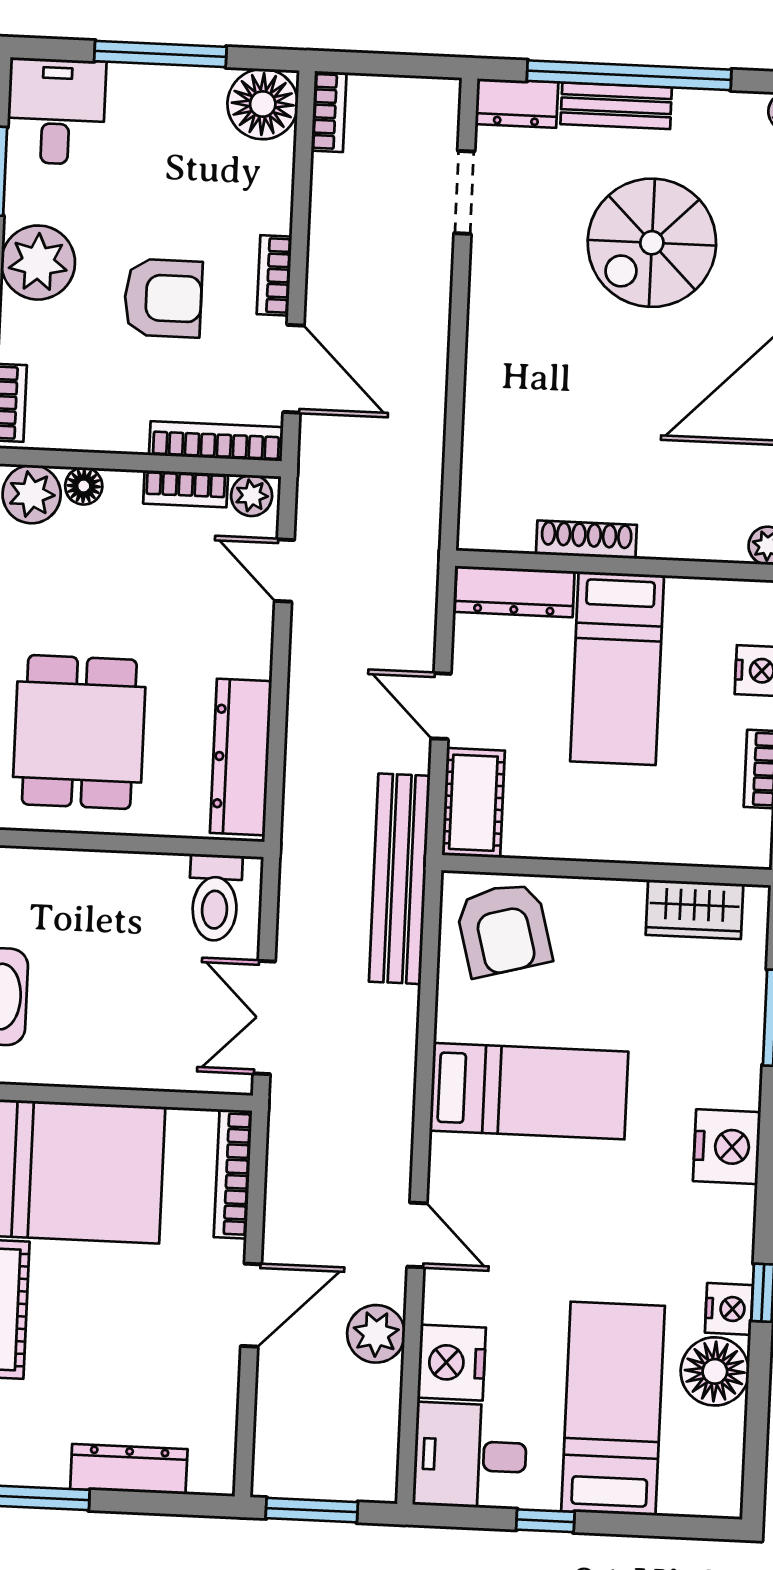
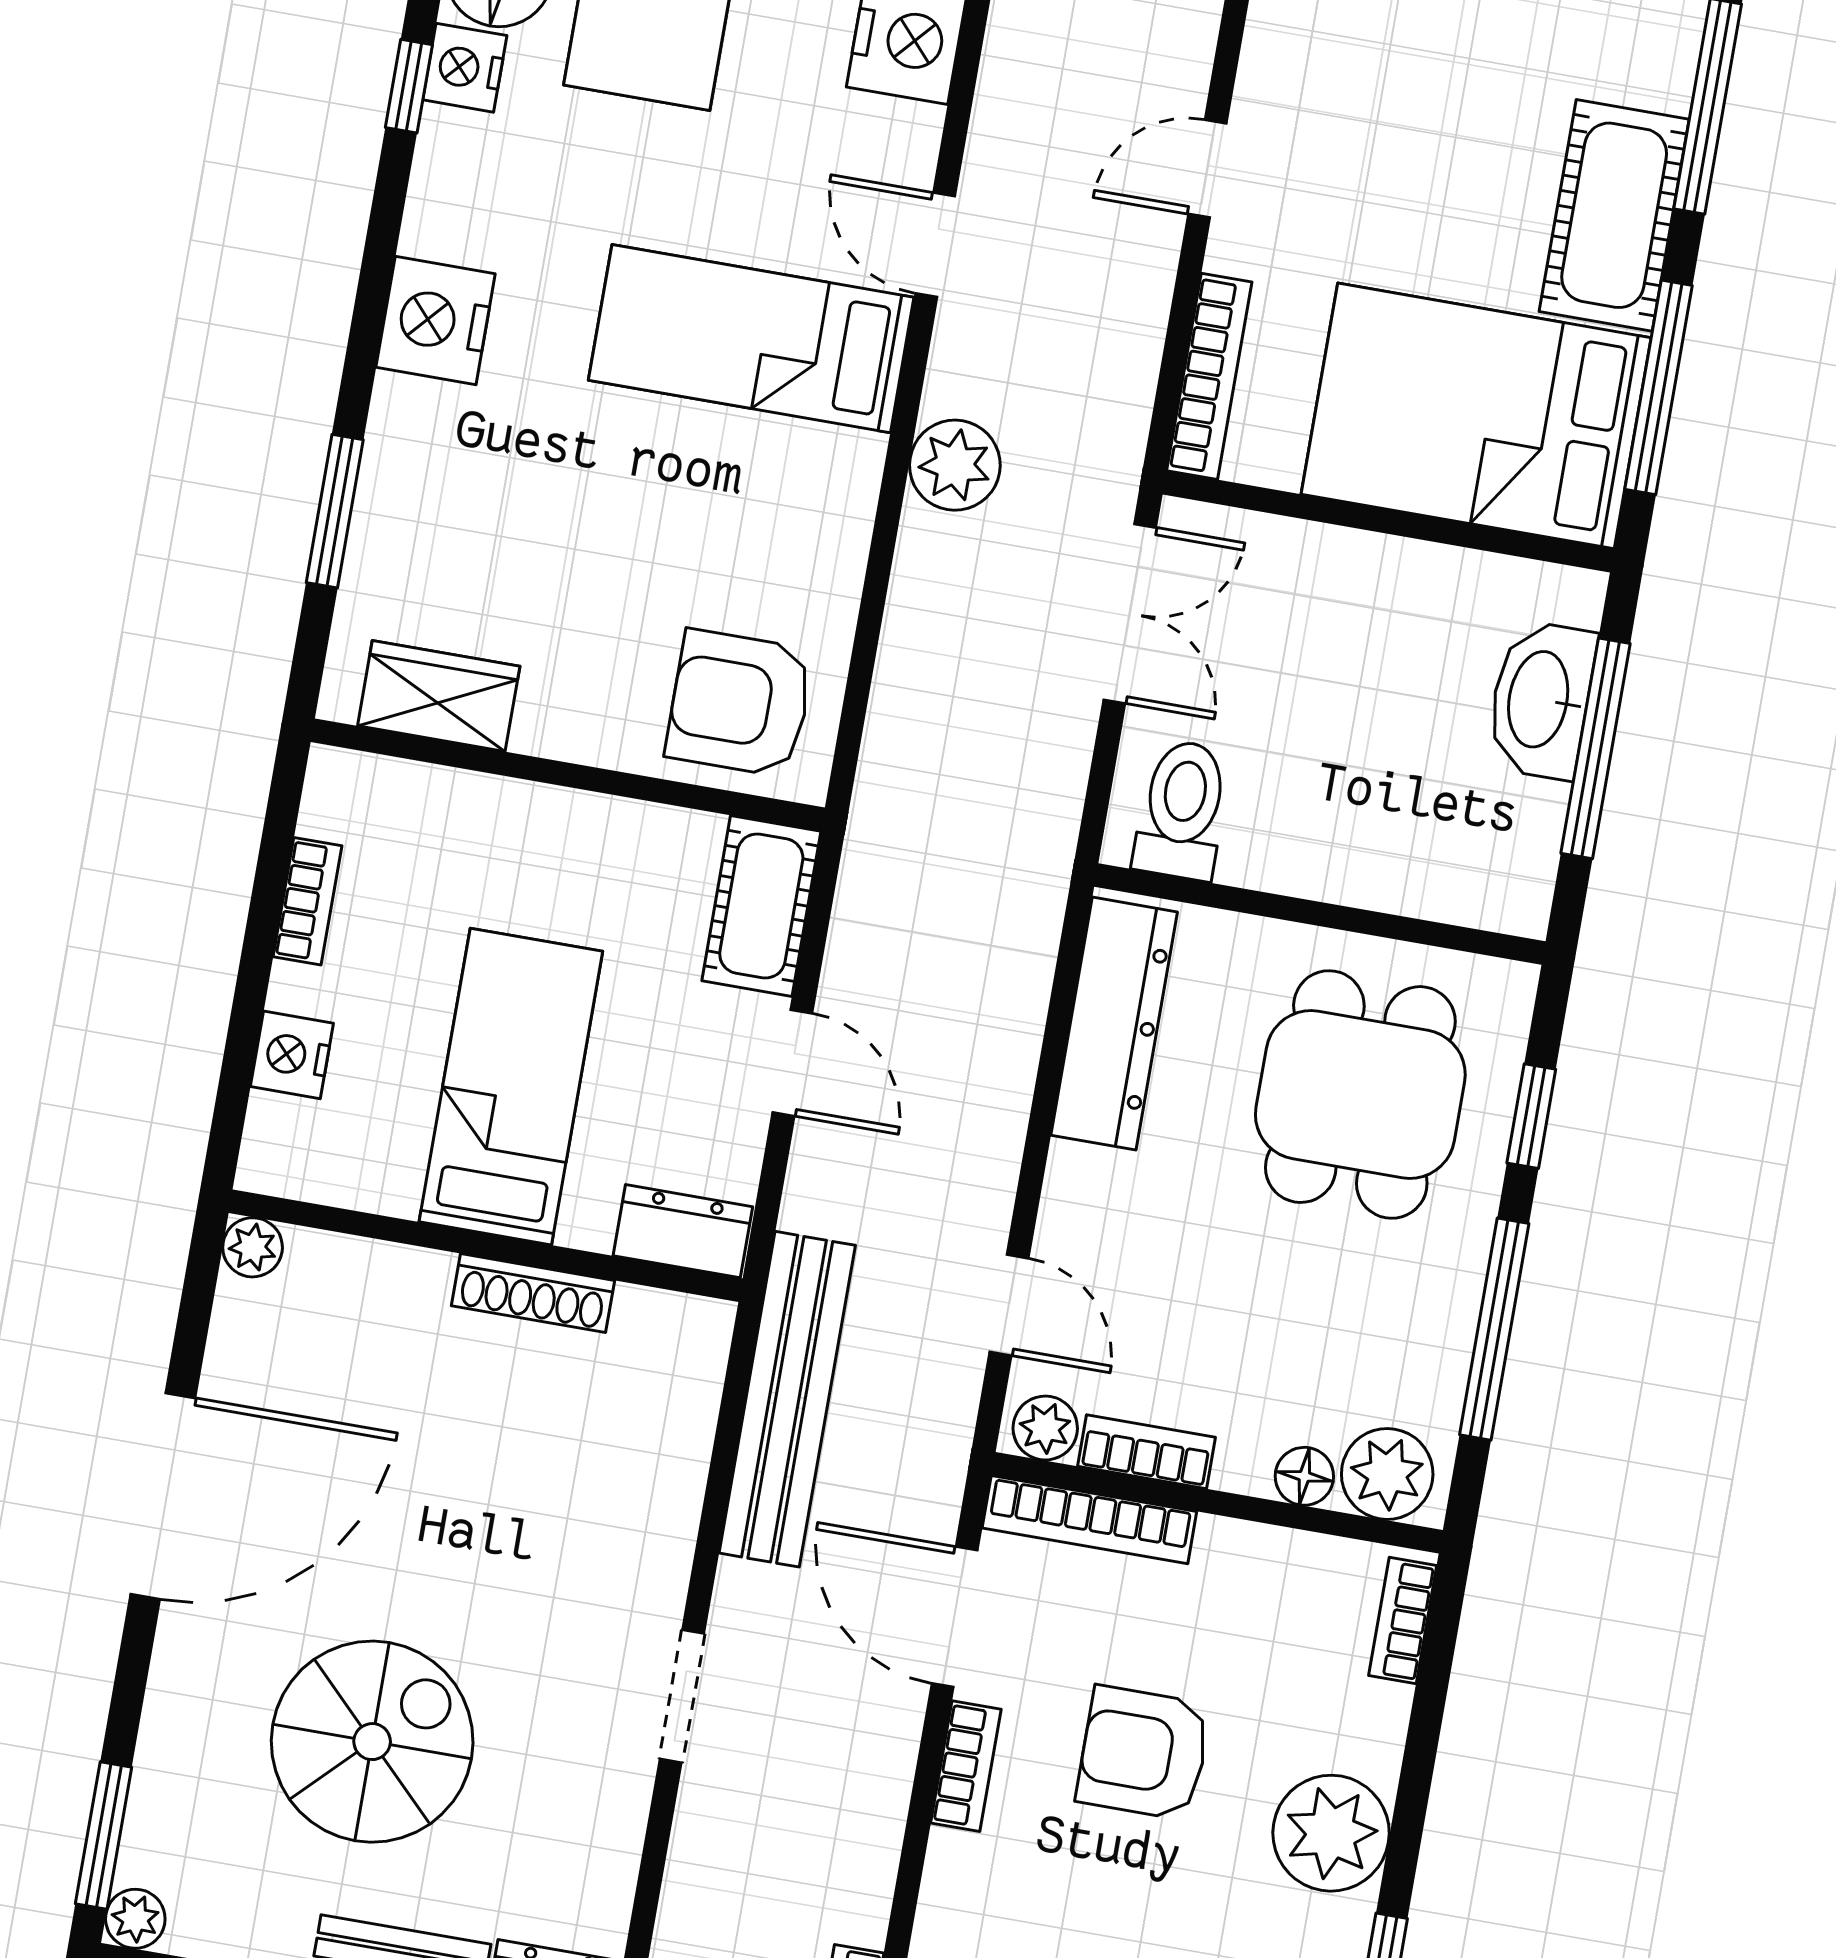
doorway: (464, 192) -> (682, 1696), moved
dresser: (515, 592) -> (683, 1231), width x0.70
bench: (400, 879) -> (787, 1399), moved
armchair: (504, 929) -> (740, 703), turned -75
bed: (529, 1091) -> (751, 339), moved
door: (251, 1305) -> (1207, 169), width x0.73
plant: (376, 1334) -> (955, 465), moved

